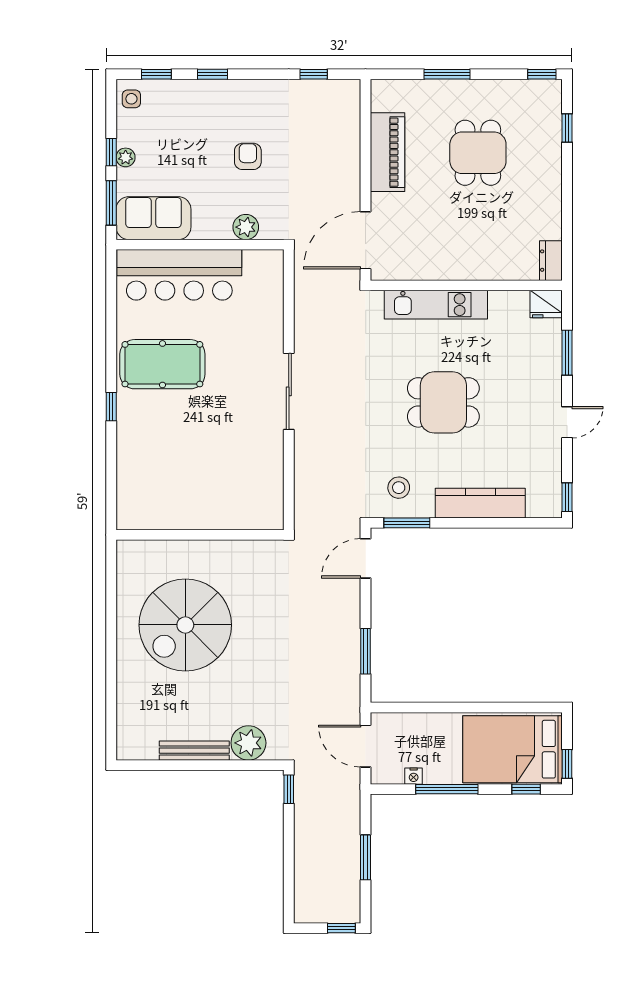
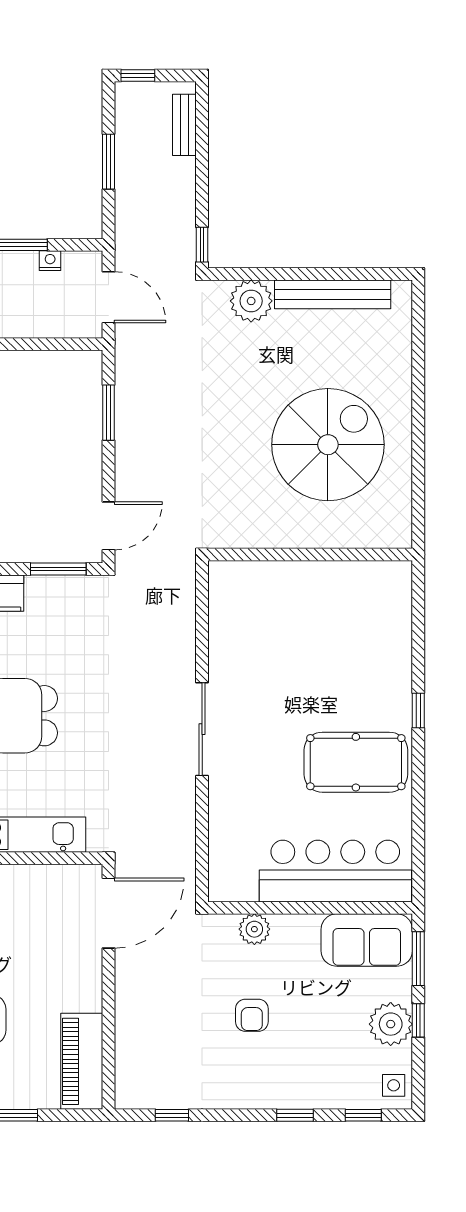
piano: (387, 152) -> (82, 1061), moved
plant: (126, 157) -> (391, 1024), width x1.87, depth x1.87
stool: (399, 488) -> (68, 612), removed
bench: (194, 751) -> (333, 294), width x1.37, depth x1.21
bench: (303, 888) -> (184, 125), added

